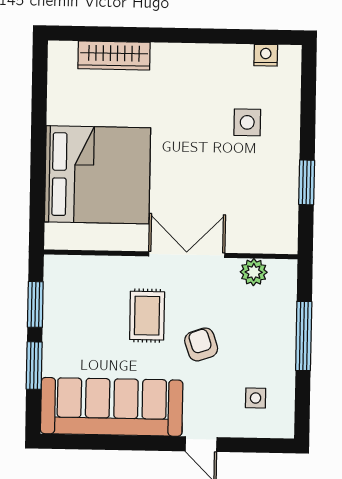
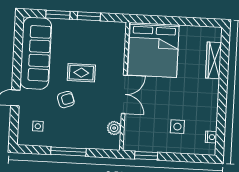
wall: (171, 254) -> (125, 86), moved
double door: (187, 255) -> (124, 94), moved
plant: (254, 272) -> (114, 128), moved

